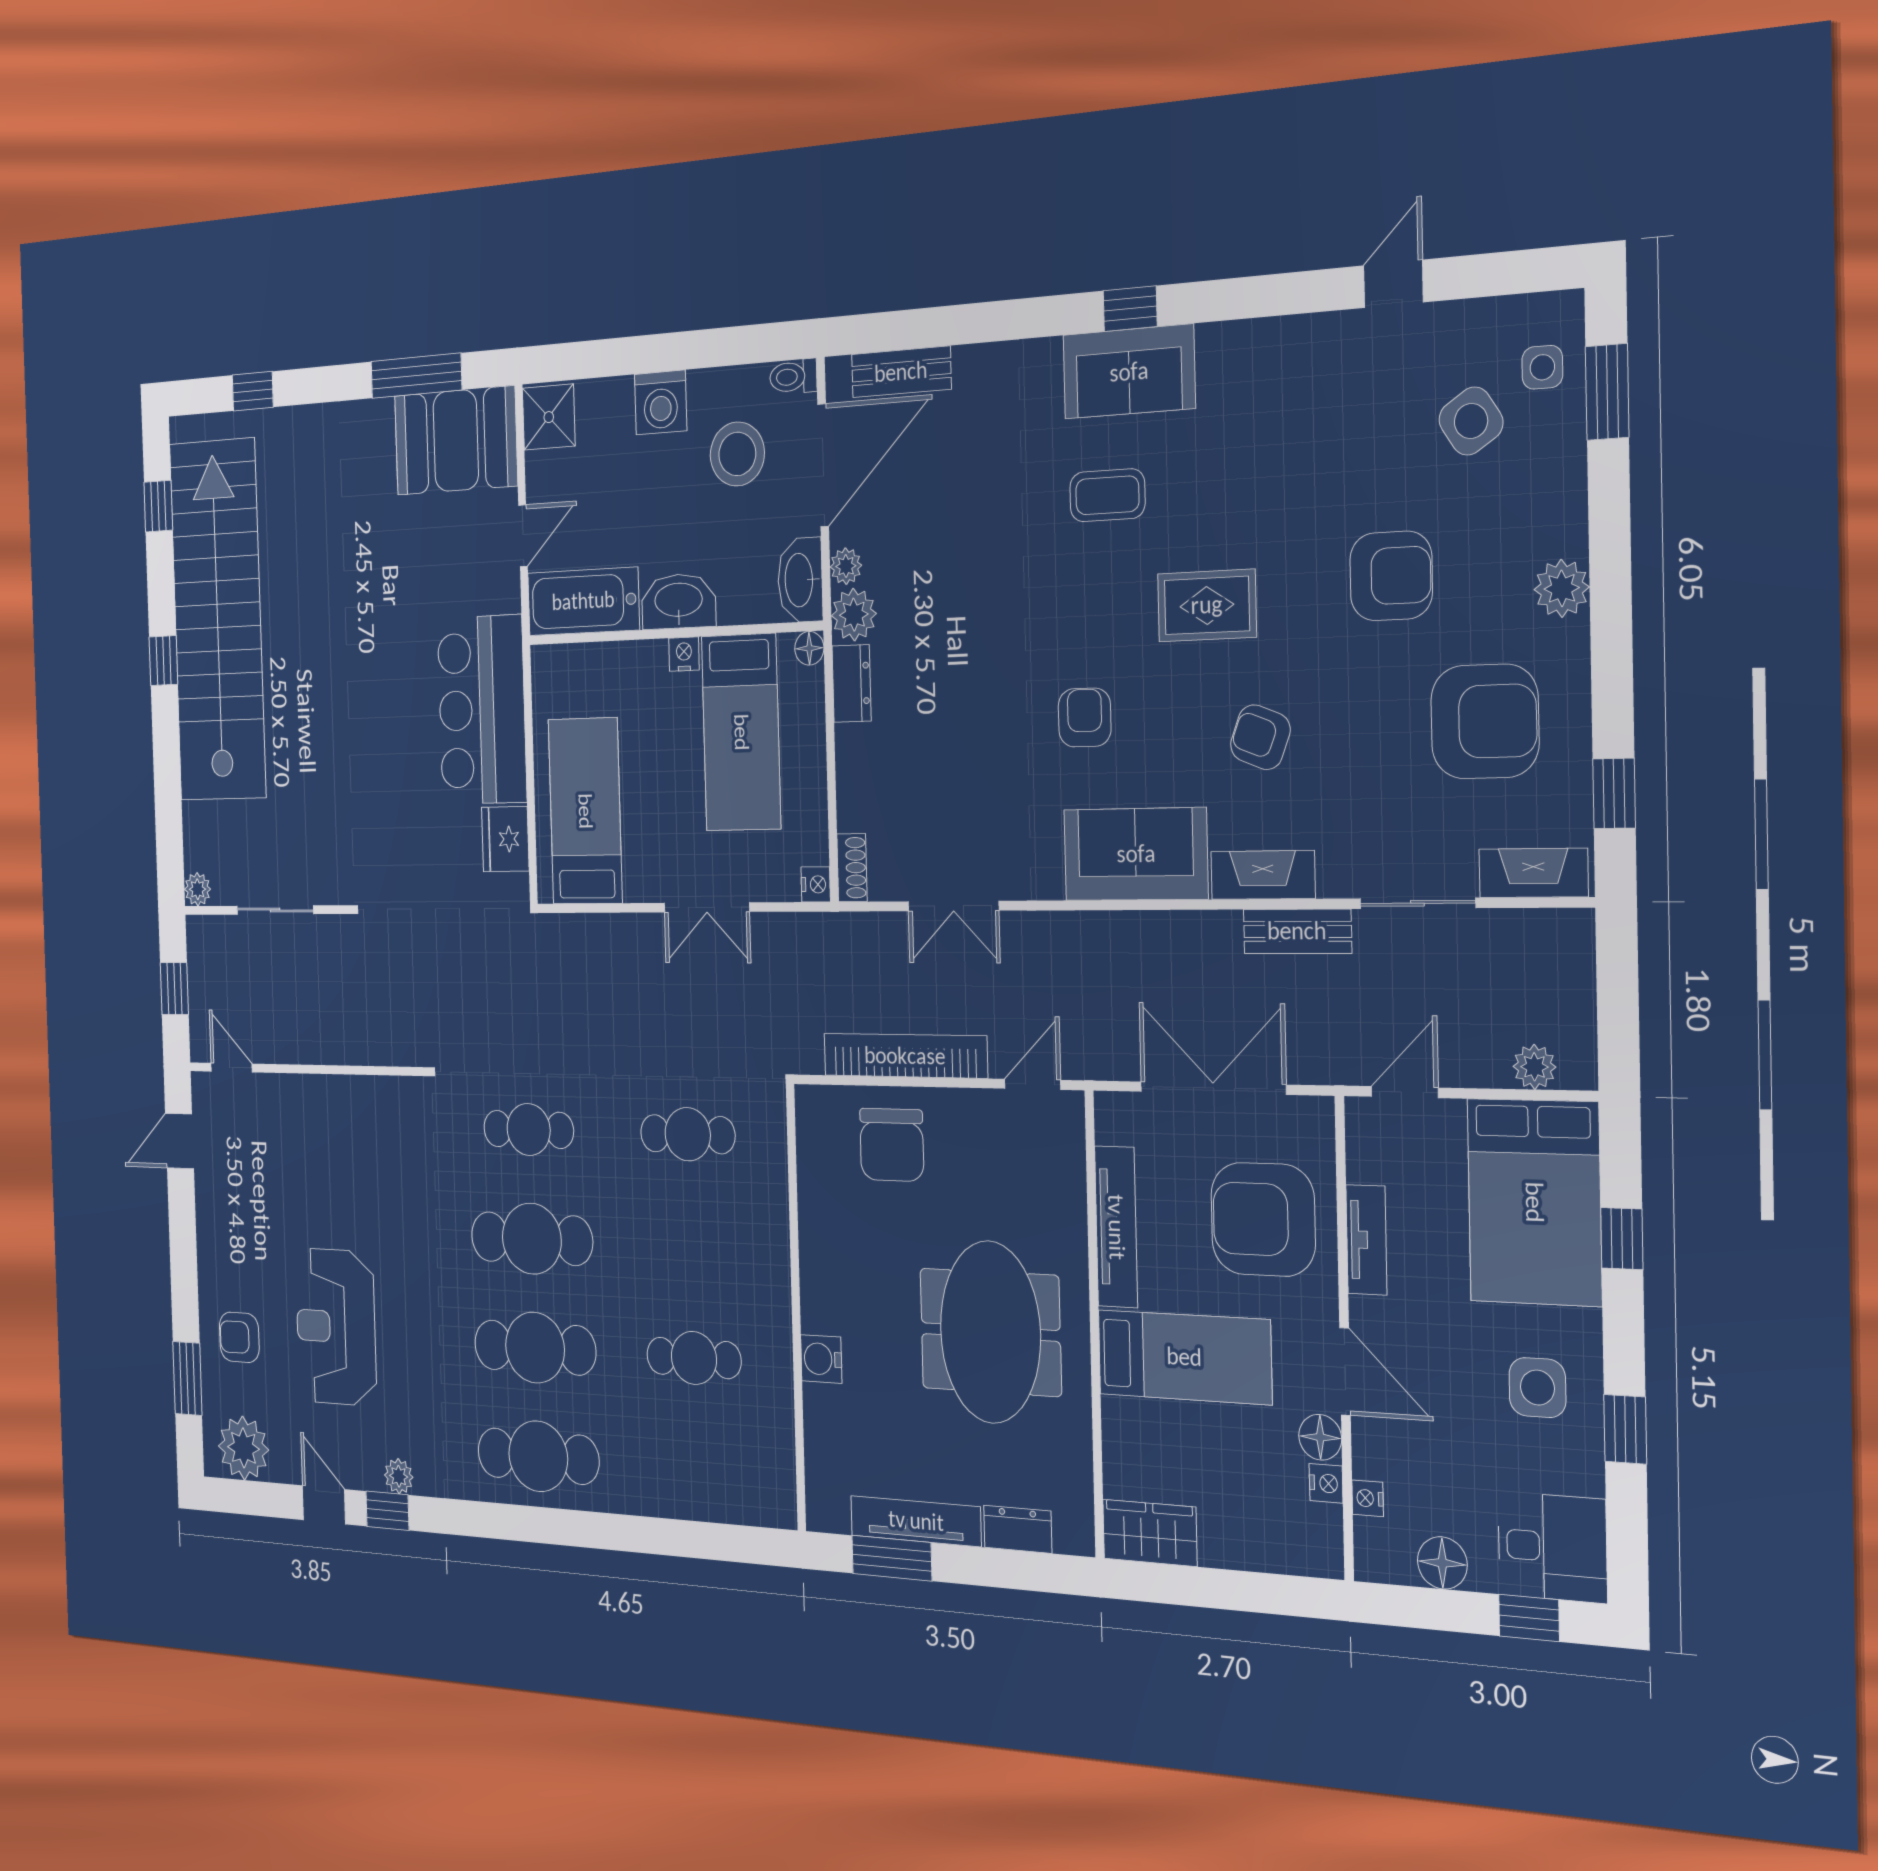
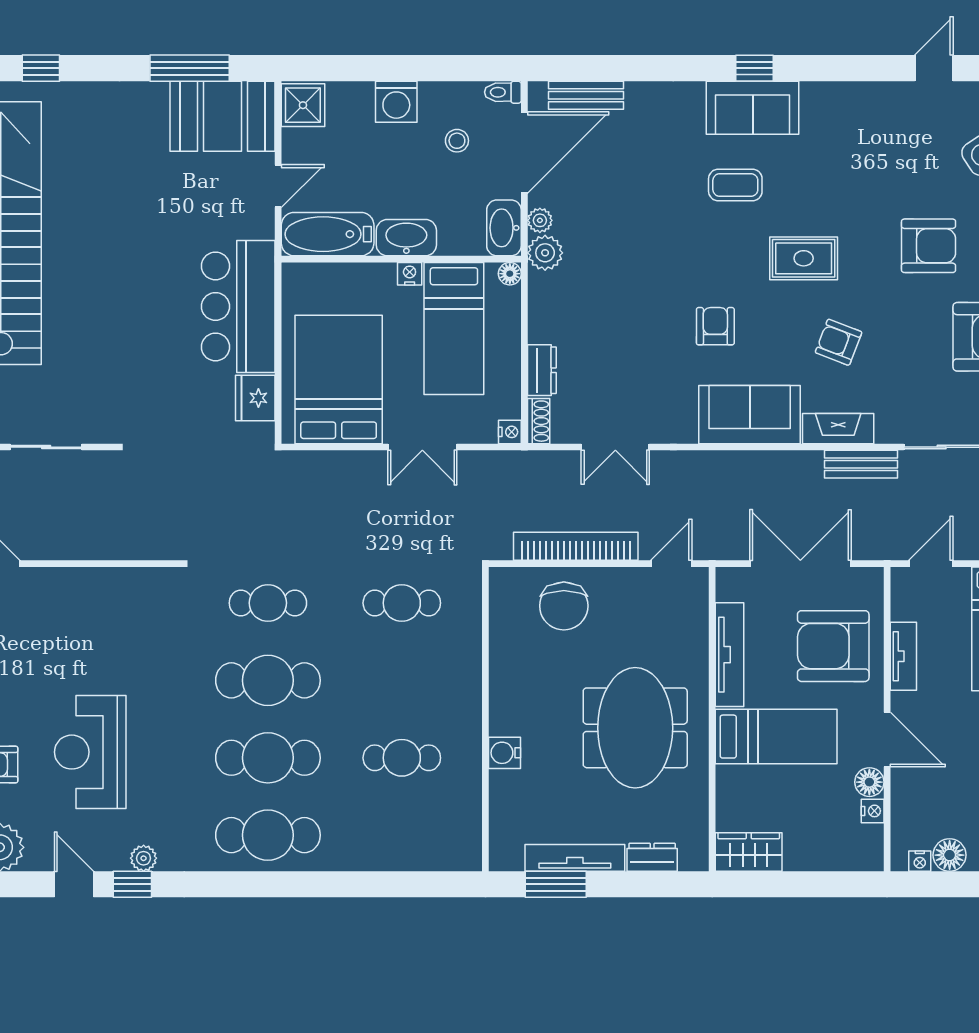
stool: (737, 454) -> (457, 141), width x0.53, depth x0.53
dresser: (852, 683) -> (542, 370), moved
bed: (585, 811) -> (339, 379), width x1.50
nightstand: (1368, 1498) -> (920, 861), moved, turned -90

